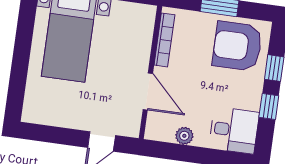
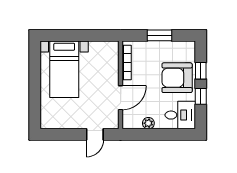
armchair: (237, 46) -> (177, 78), moved
door: (148, 92) -> (121, 98), hinge flipped

